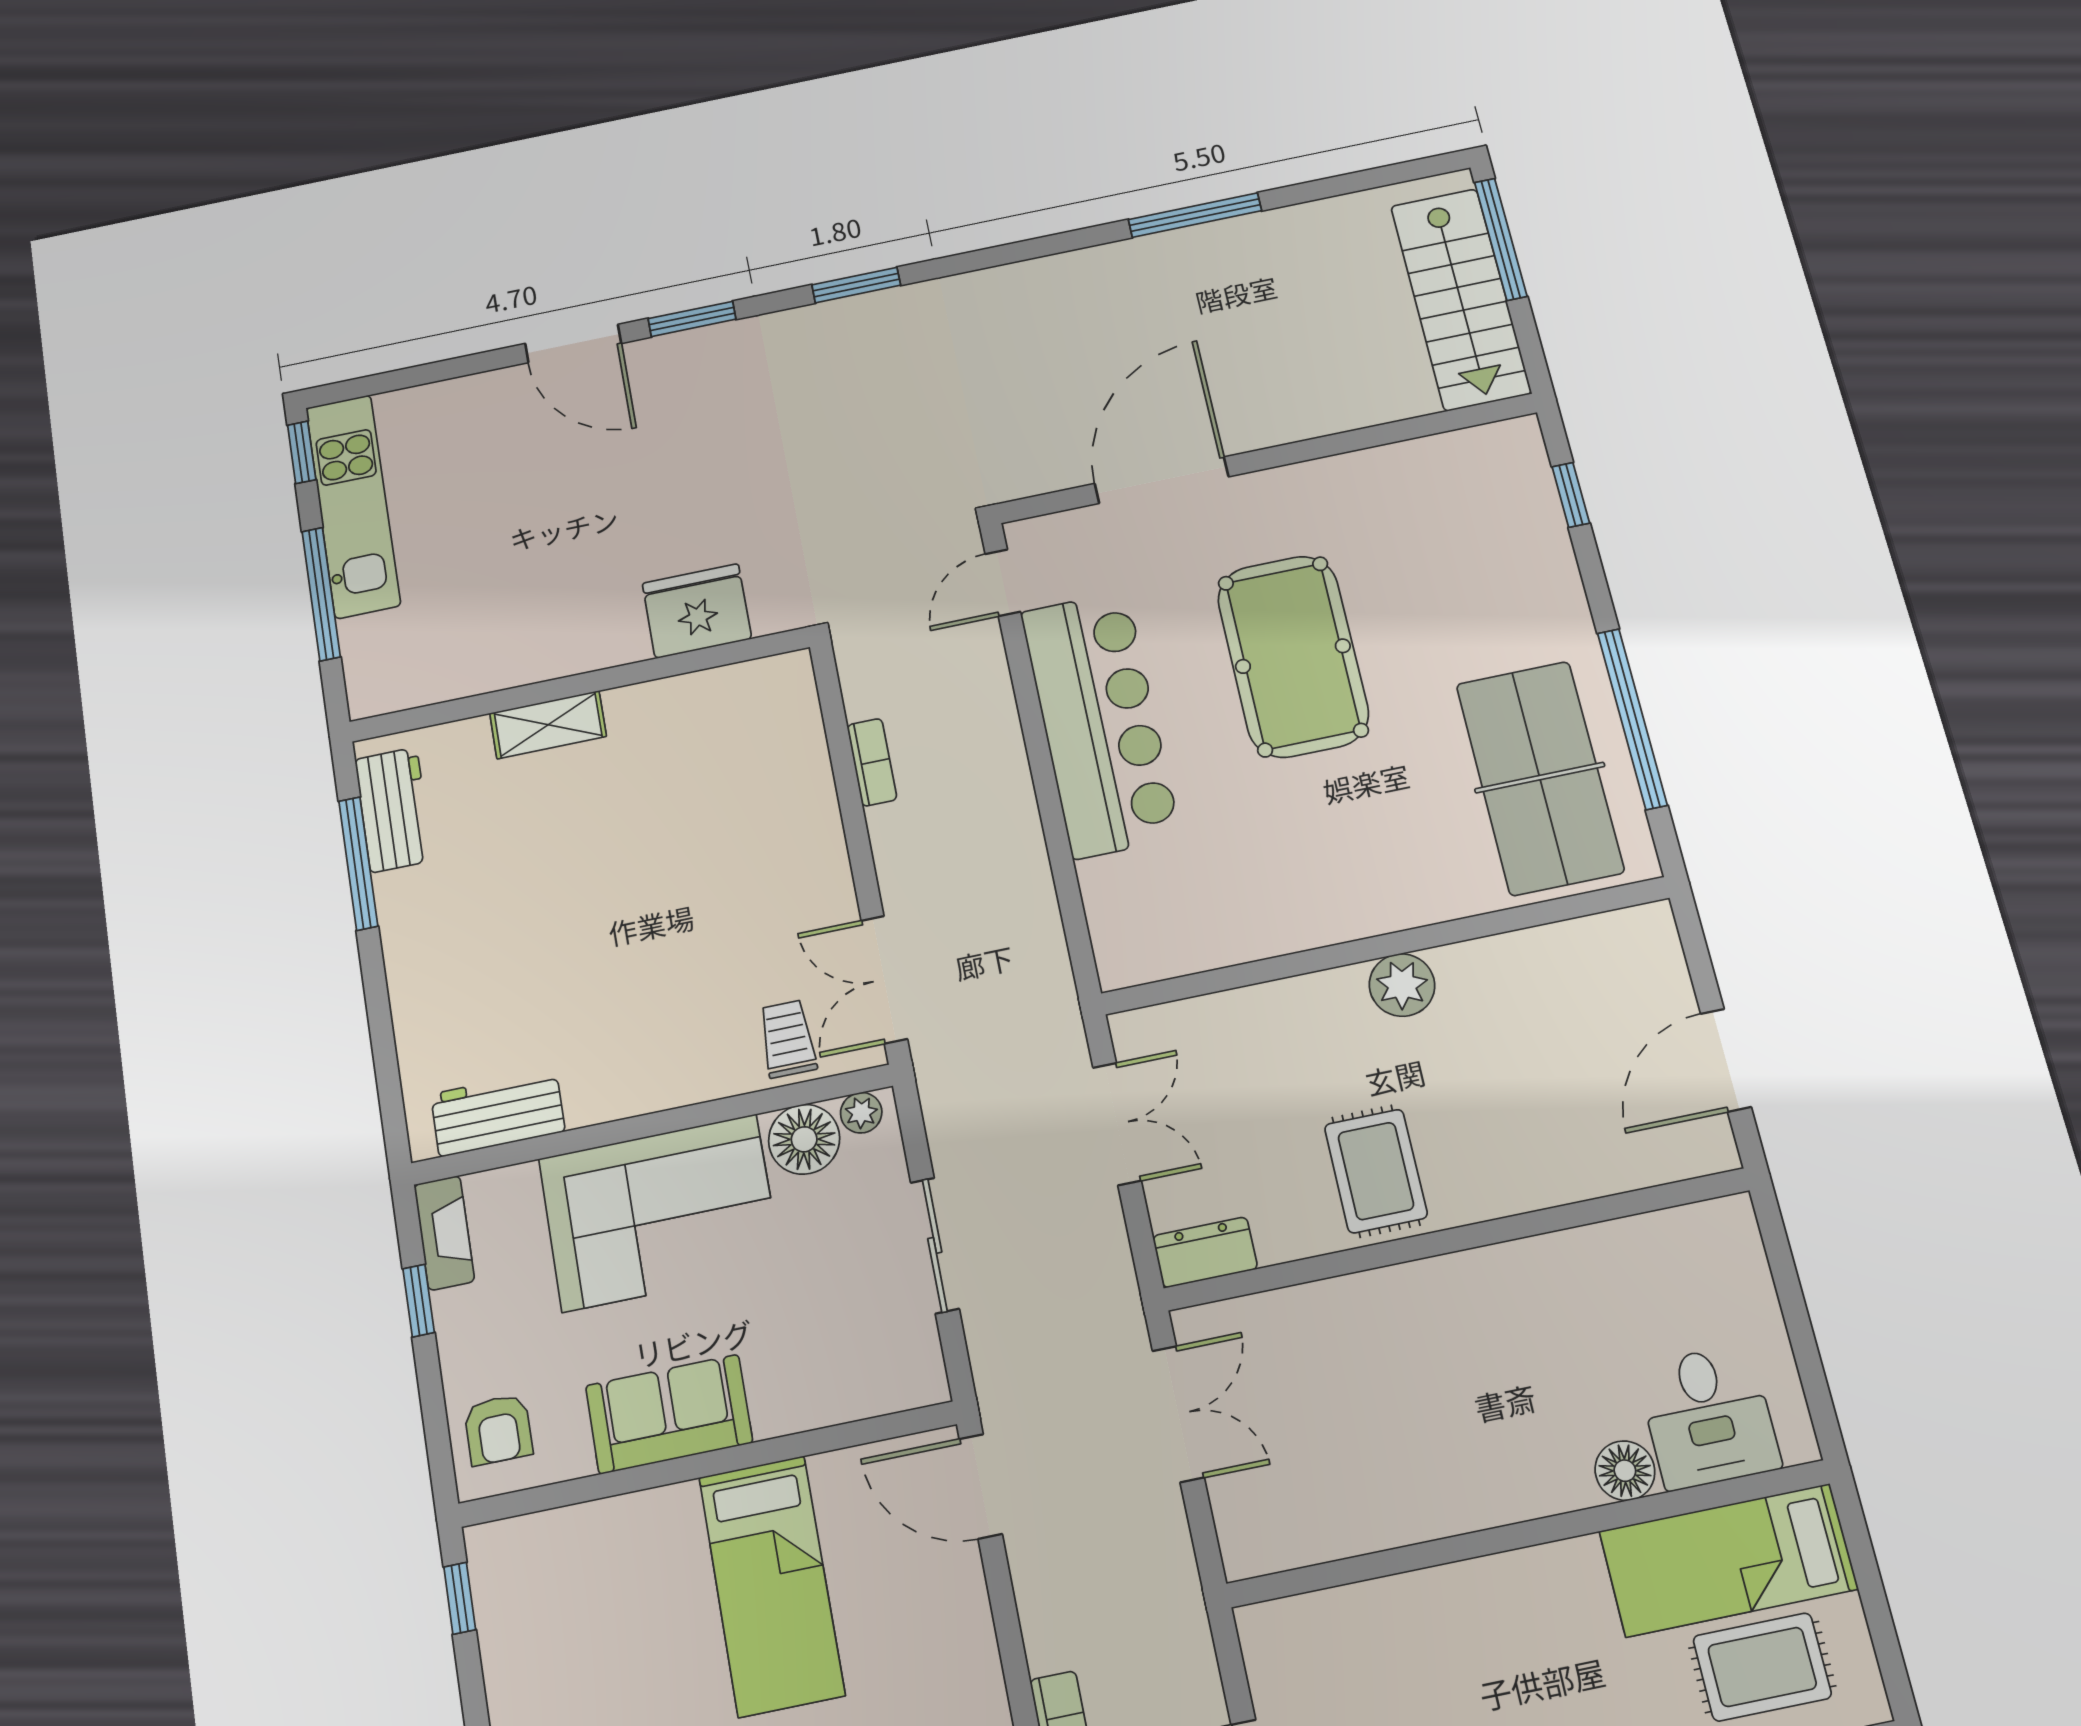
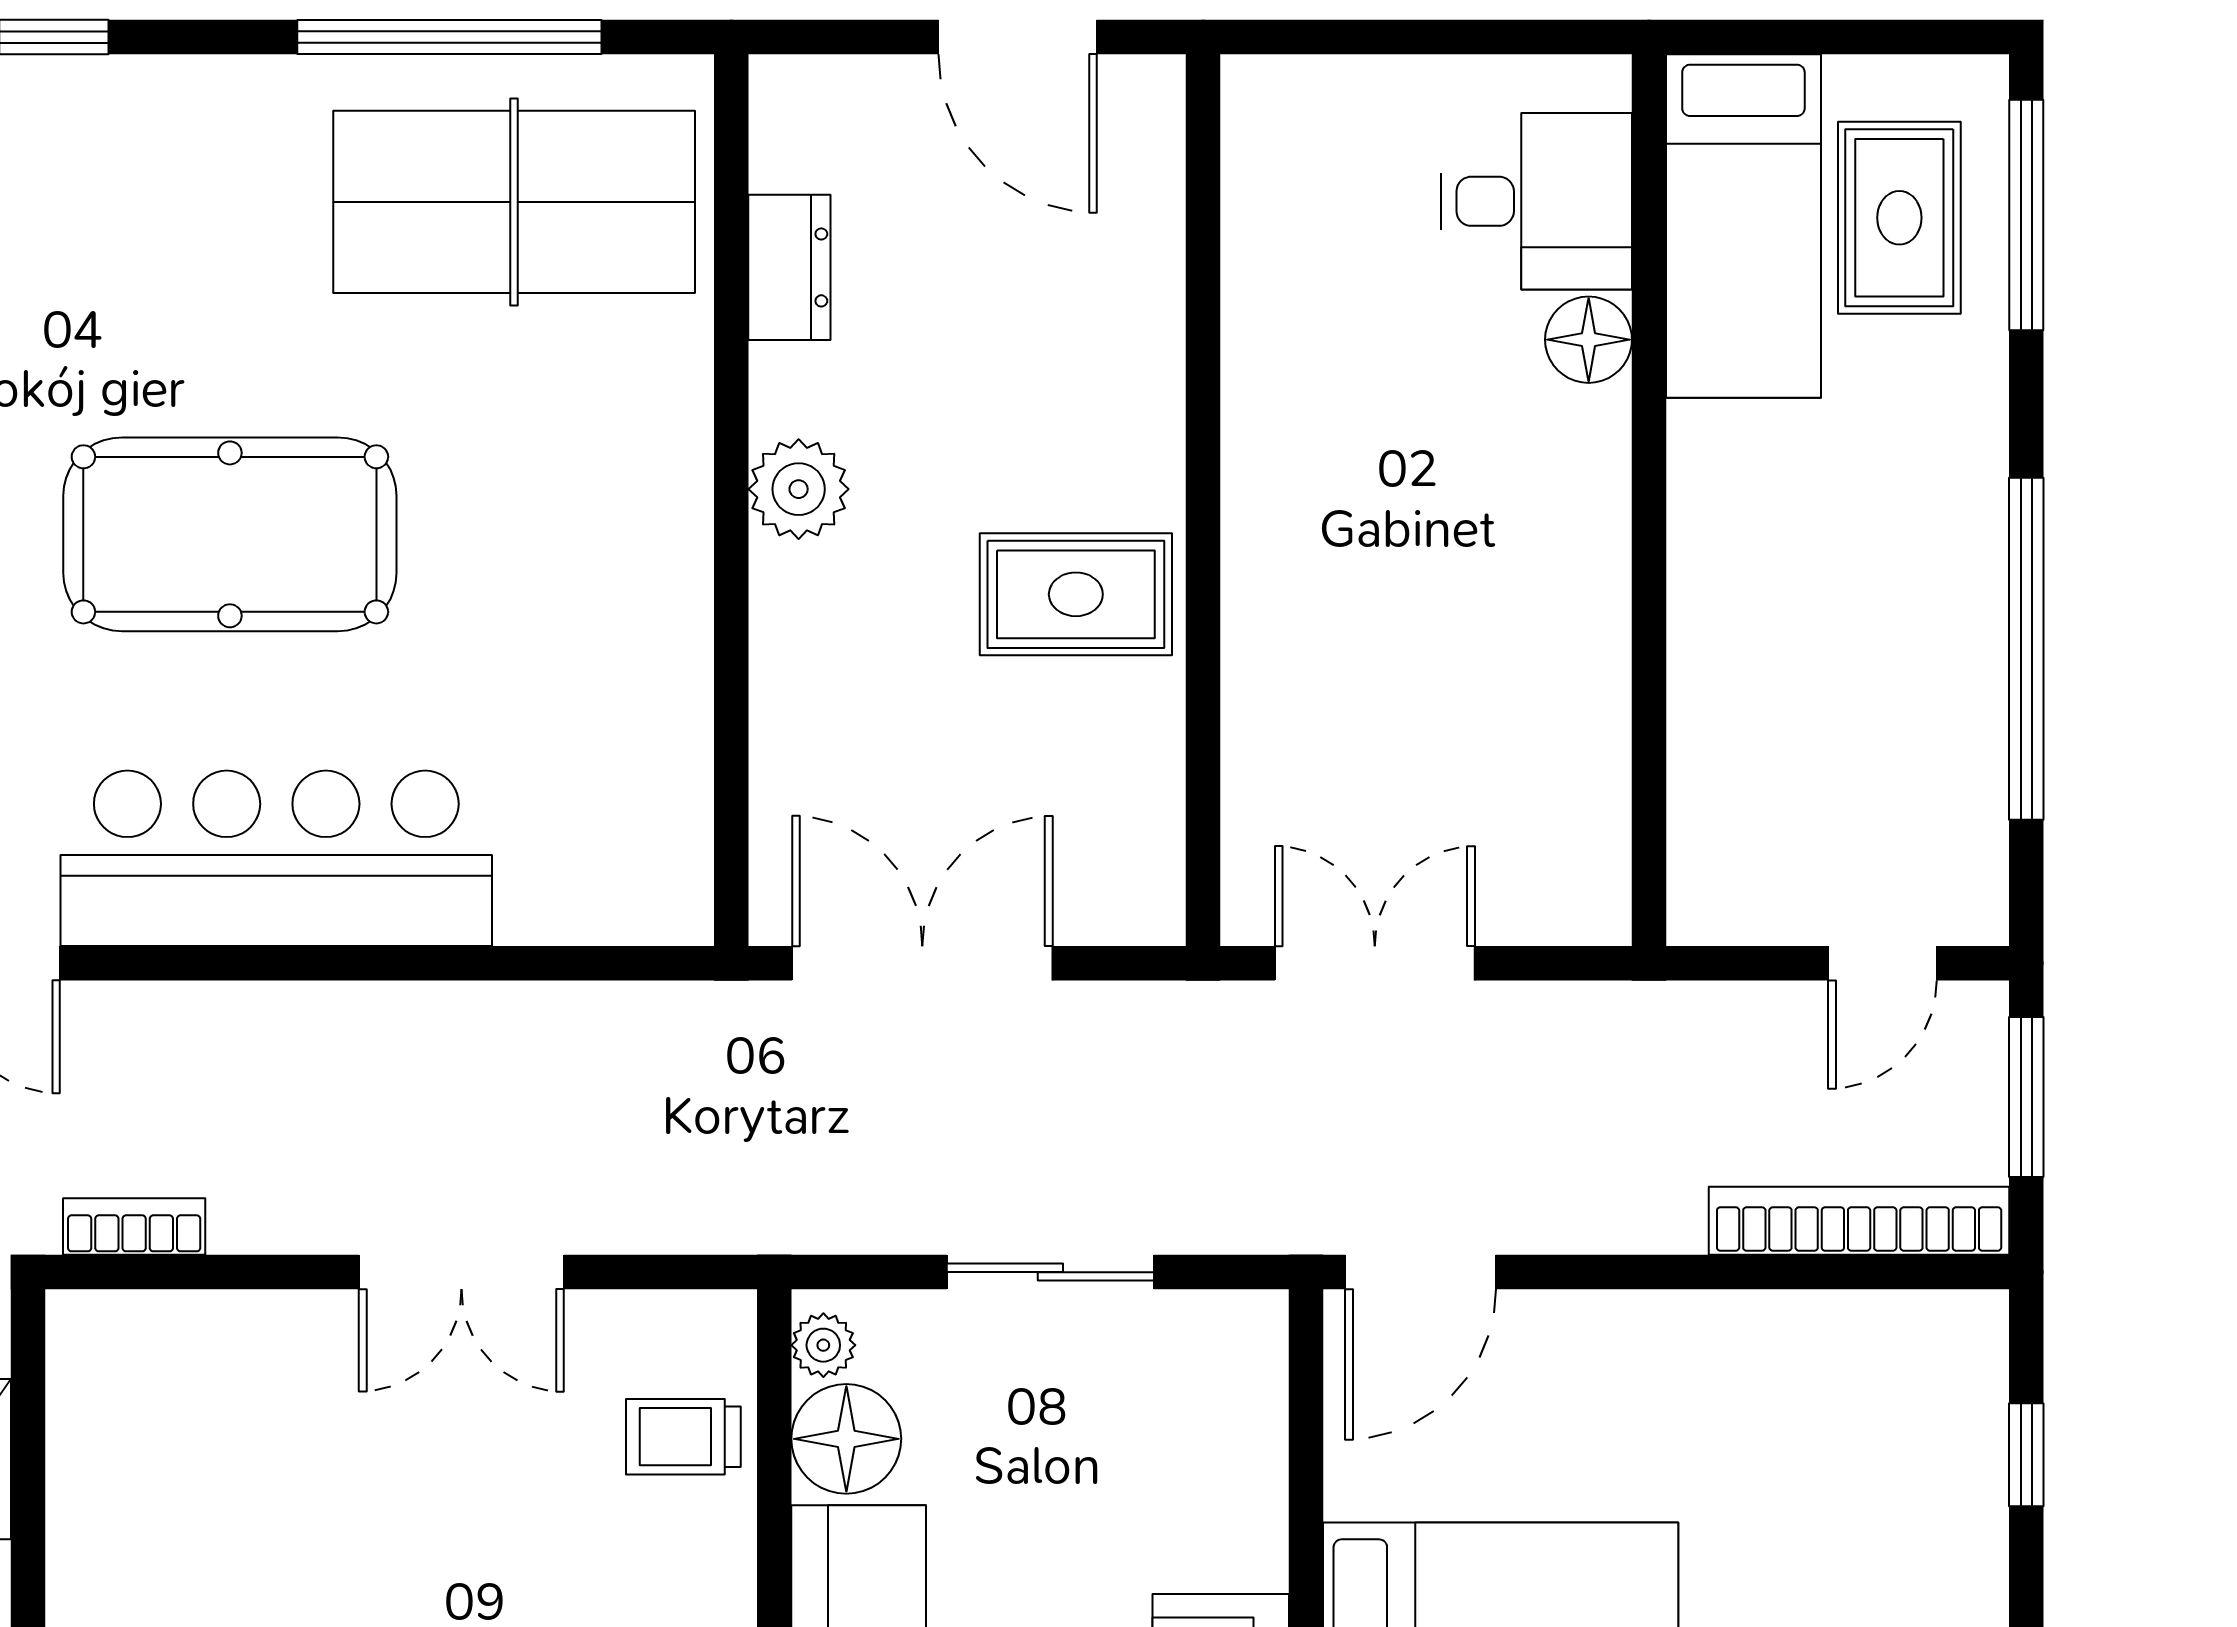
bookcase: (872, 762) -> (134, 1226), moved
double door: (884, 979) -> (461, 1272), moved
double door: (1117, 1124) -> (922, 963), width x1.37
dresser: (1205, 1252) -> (789, 267), moved, turned 180

